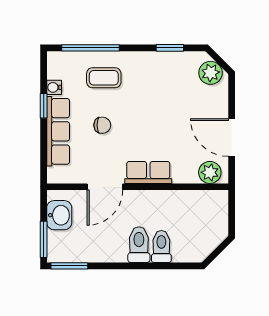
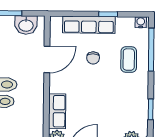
water cooler: (54, 87) -> (141, 22), moved
row of seats: (148, 172) -> (57, 111), moved
door: (105, 187) -> (47, 59), swing flipped

